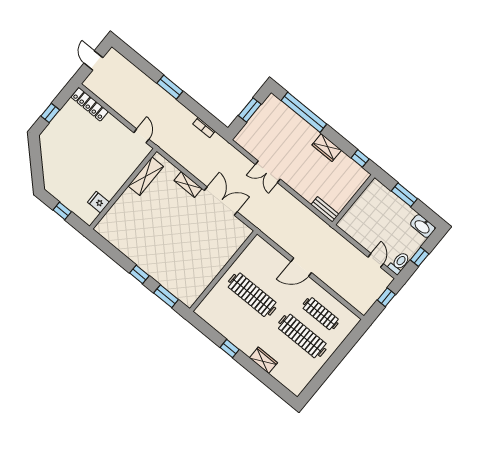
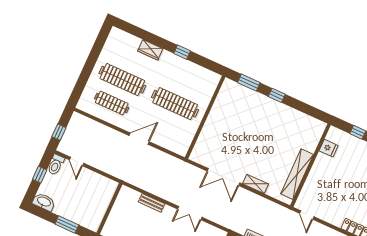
double door: (268, 172) -> (190, 213), swing flipped
shelving: (146, 176) -> (297, 174), width x1.47
bench: (325, 209) -> (151, 203), moved

